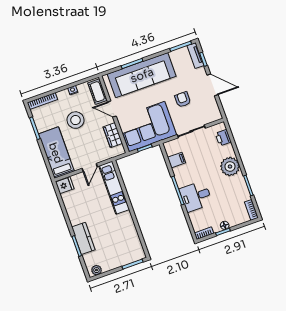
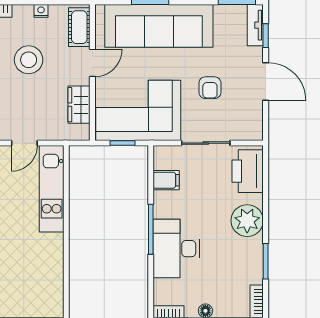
armchair: (183, 100) -> (210, 88), turned 180
door: (112, 109) -> (92, 63), swing flipped
printer: (223, 138) -> (248, 171), width x1.87, depth x1.48
desk: (196, 196) -> (176, 249), width x1.37

